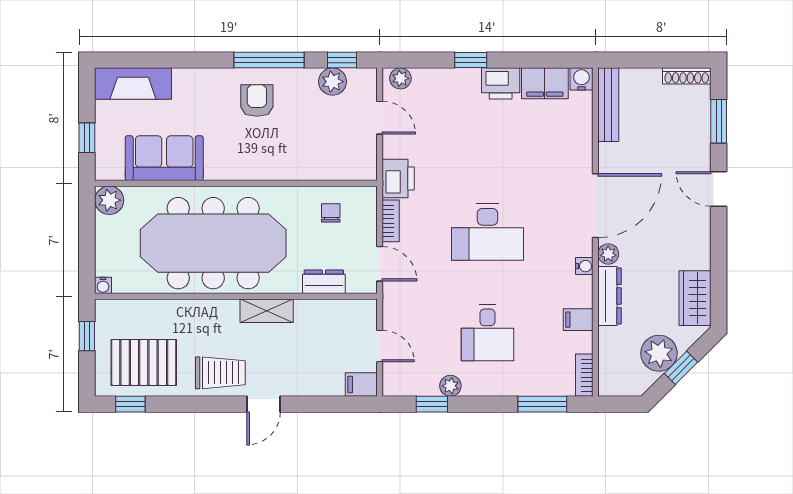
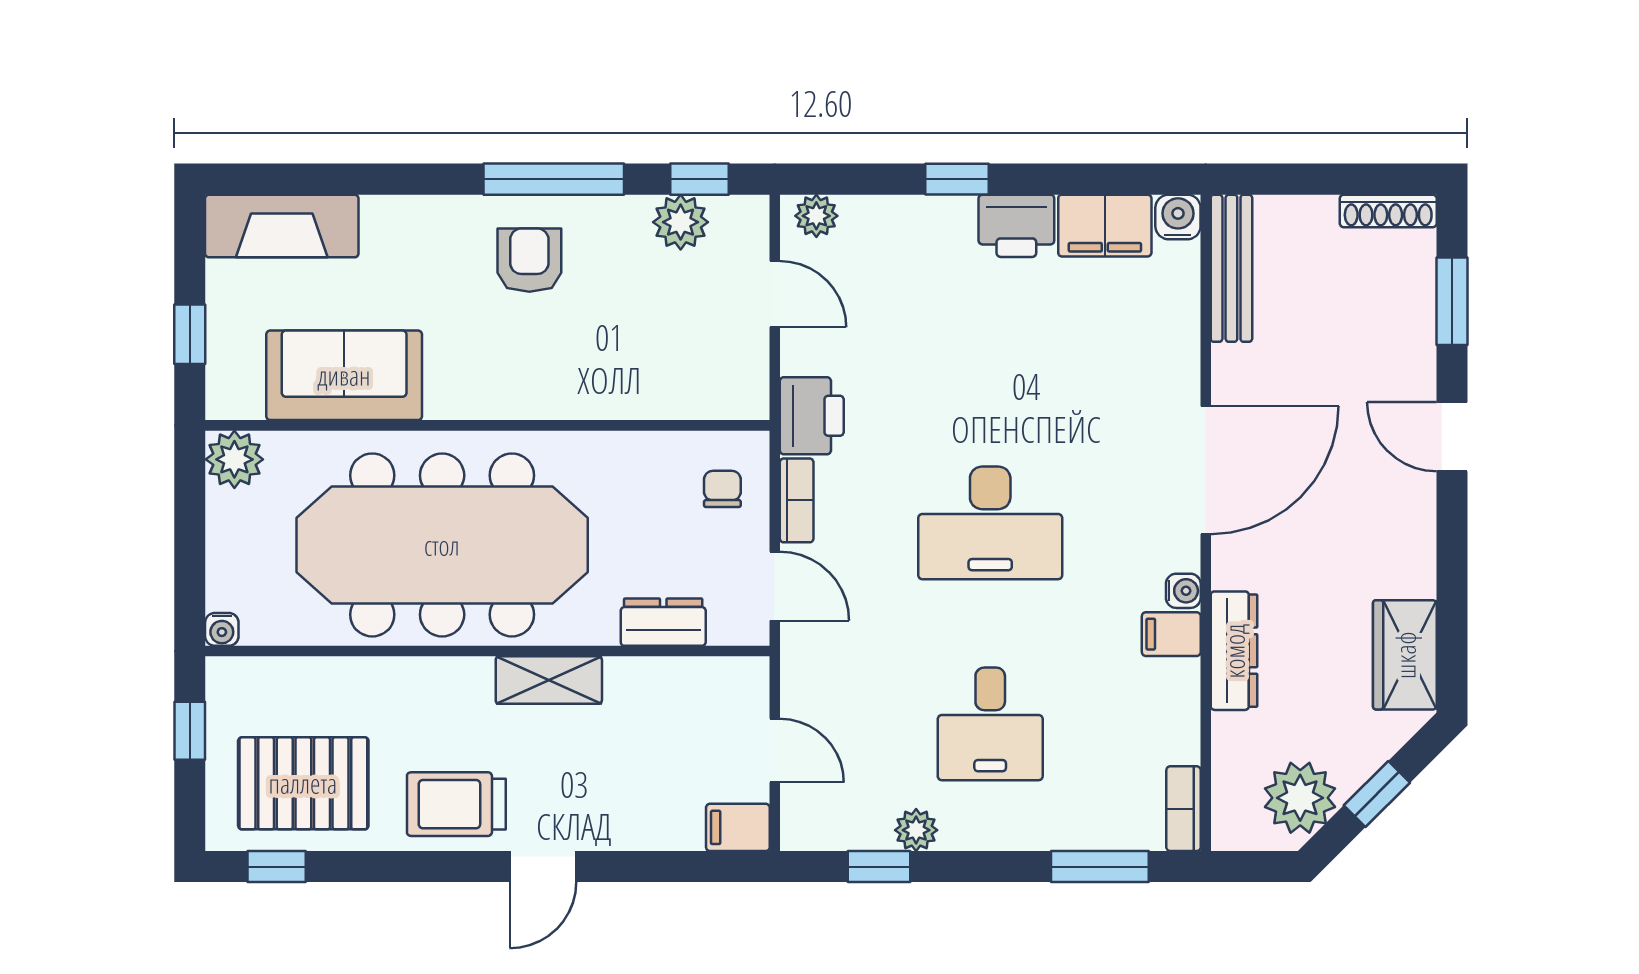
chair: (331, 213) -> (722, 489), moved
plant: (608, 254) -> (1231, 567), removed
filing cabinet: (578, 320) -> (1171, 634), moved
plant: (659, 353) -> (1300, 798), moved
trolley: (220, 373) -> (456, 804), turned 180

